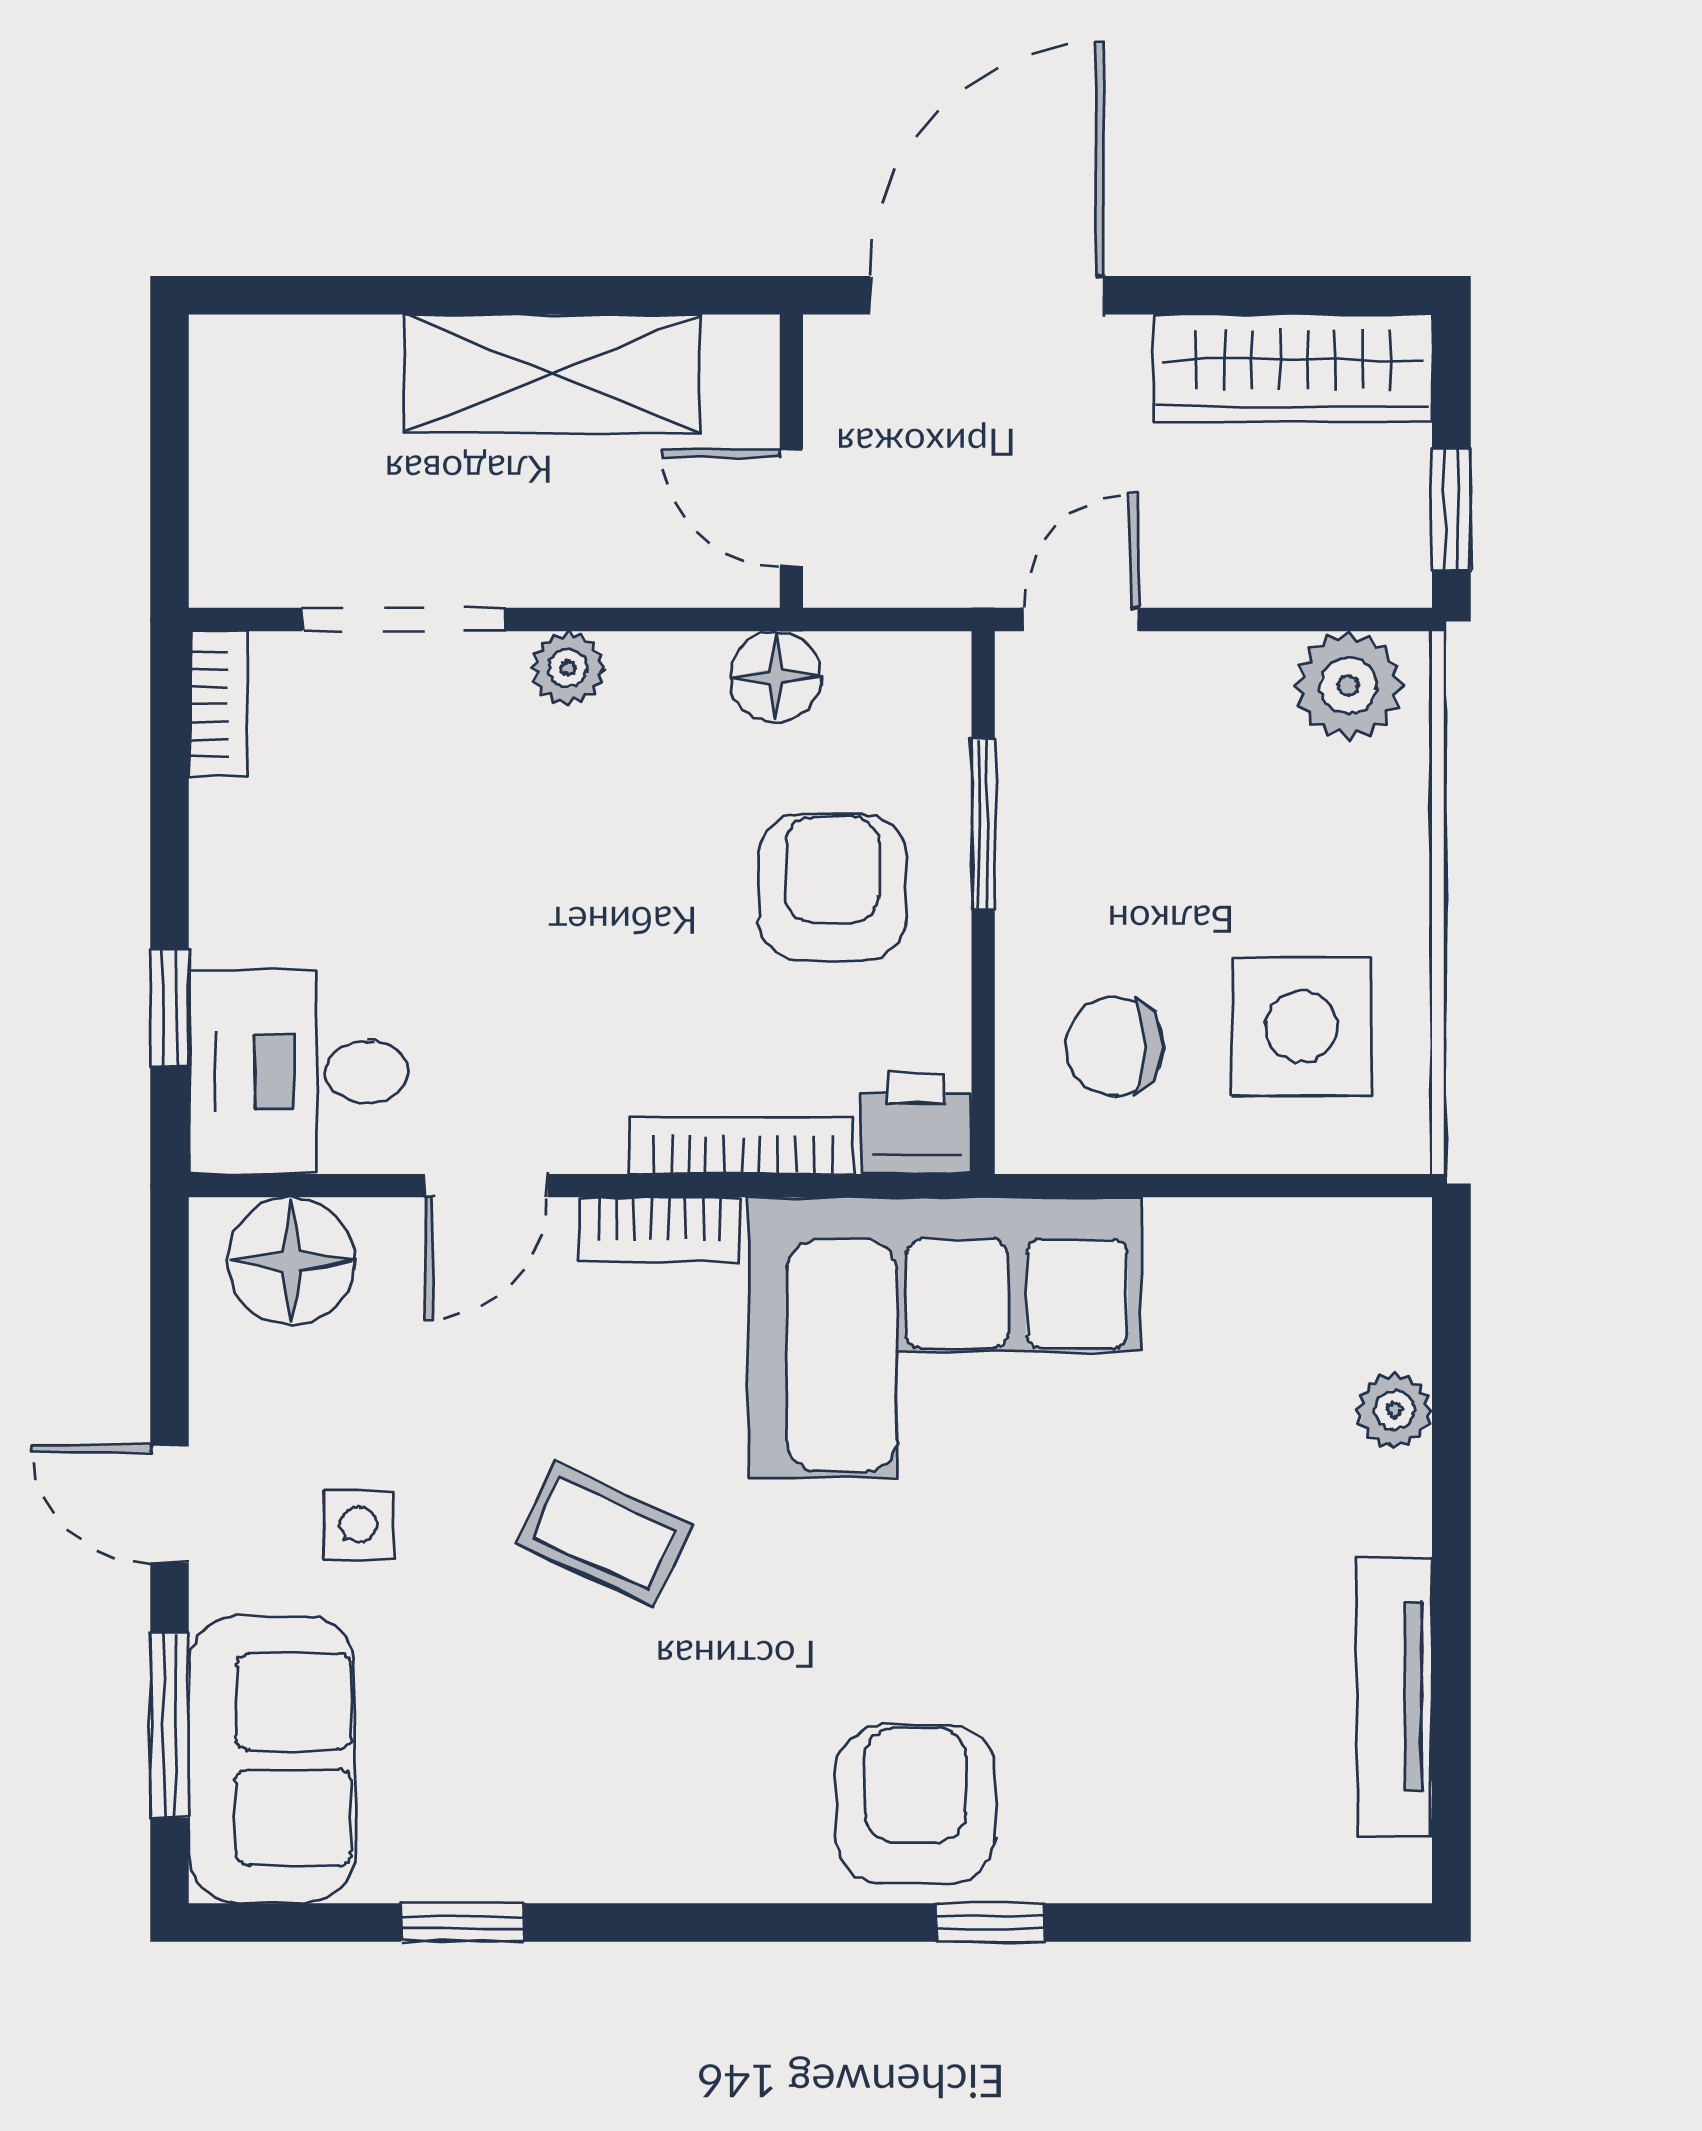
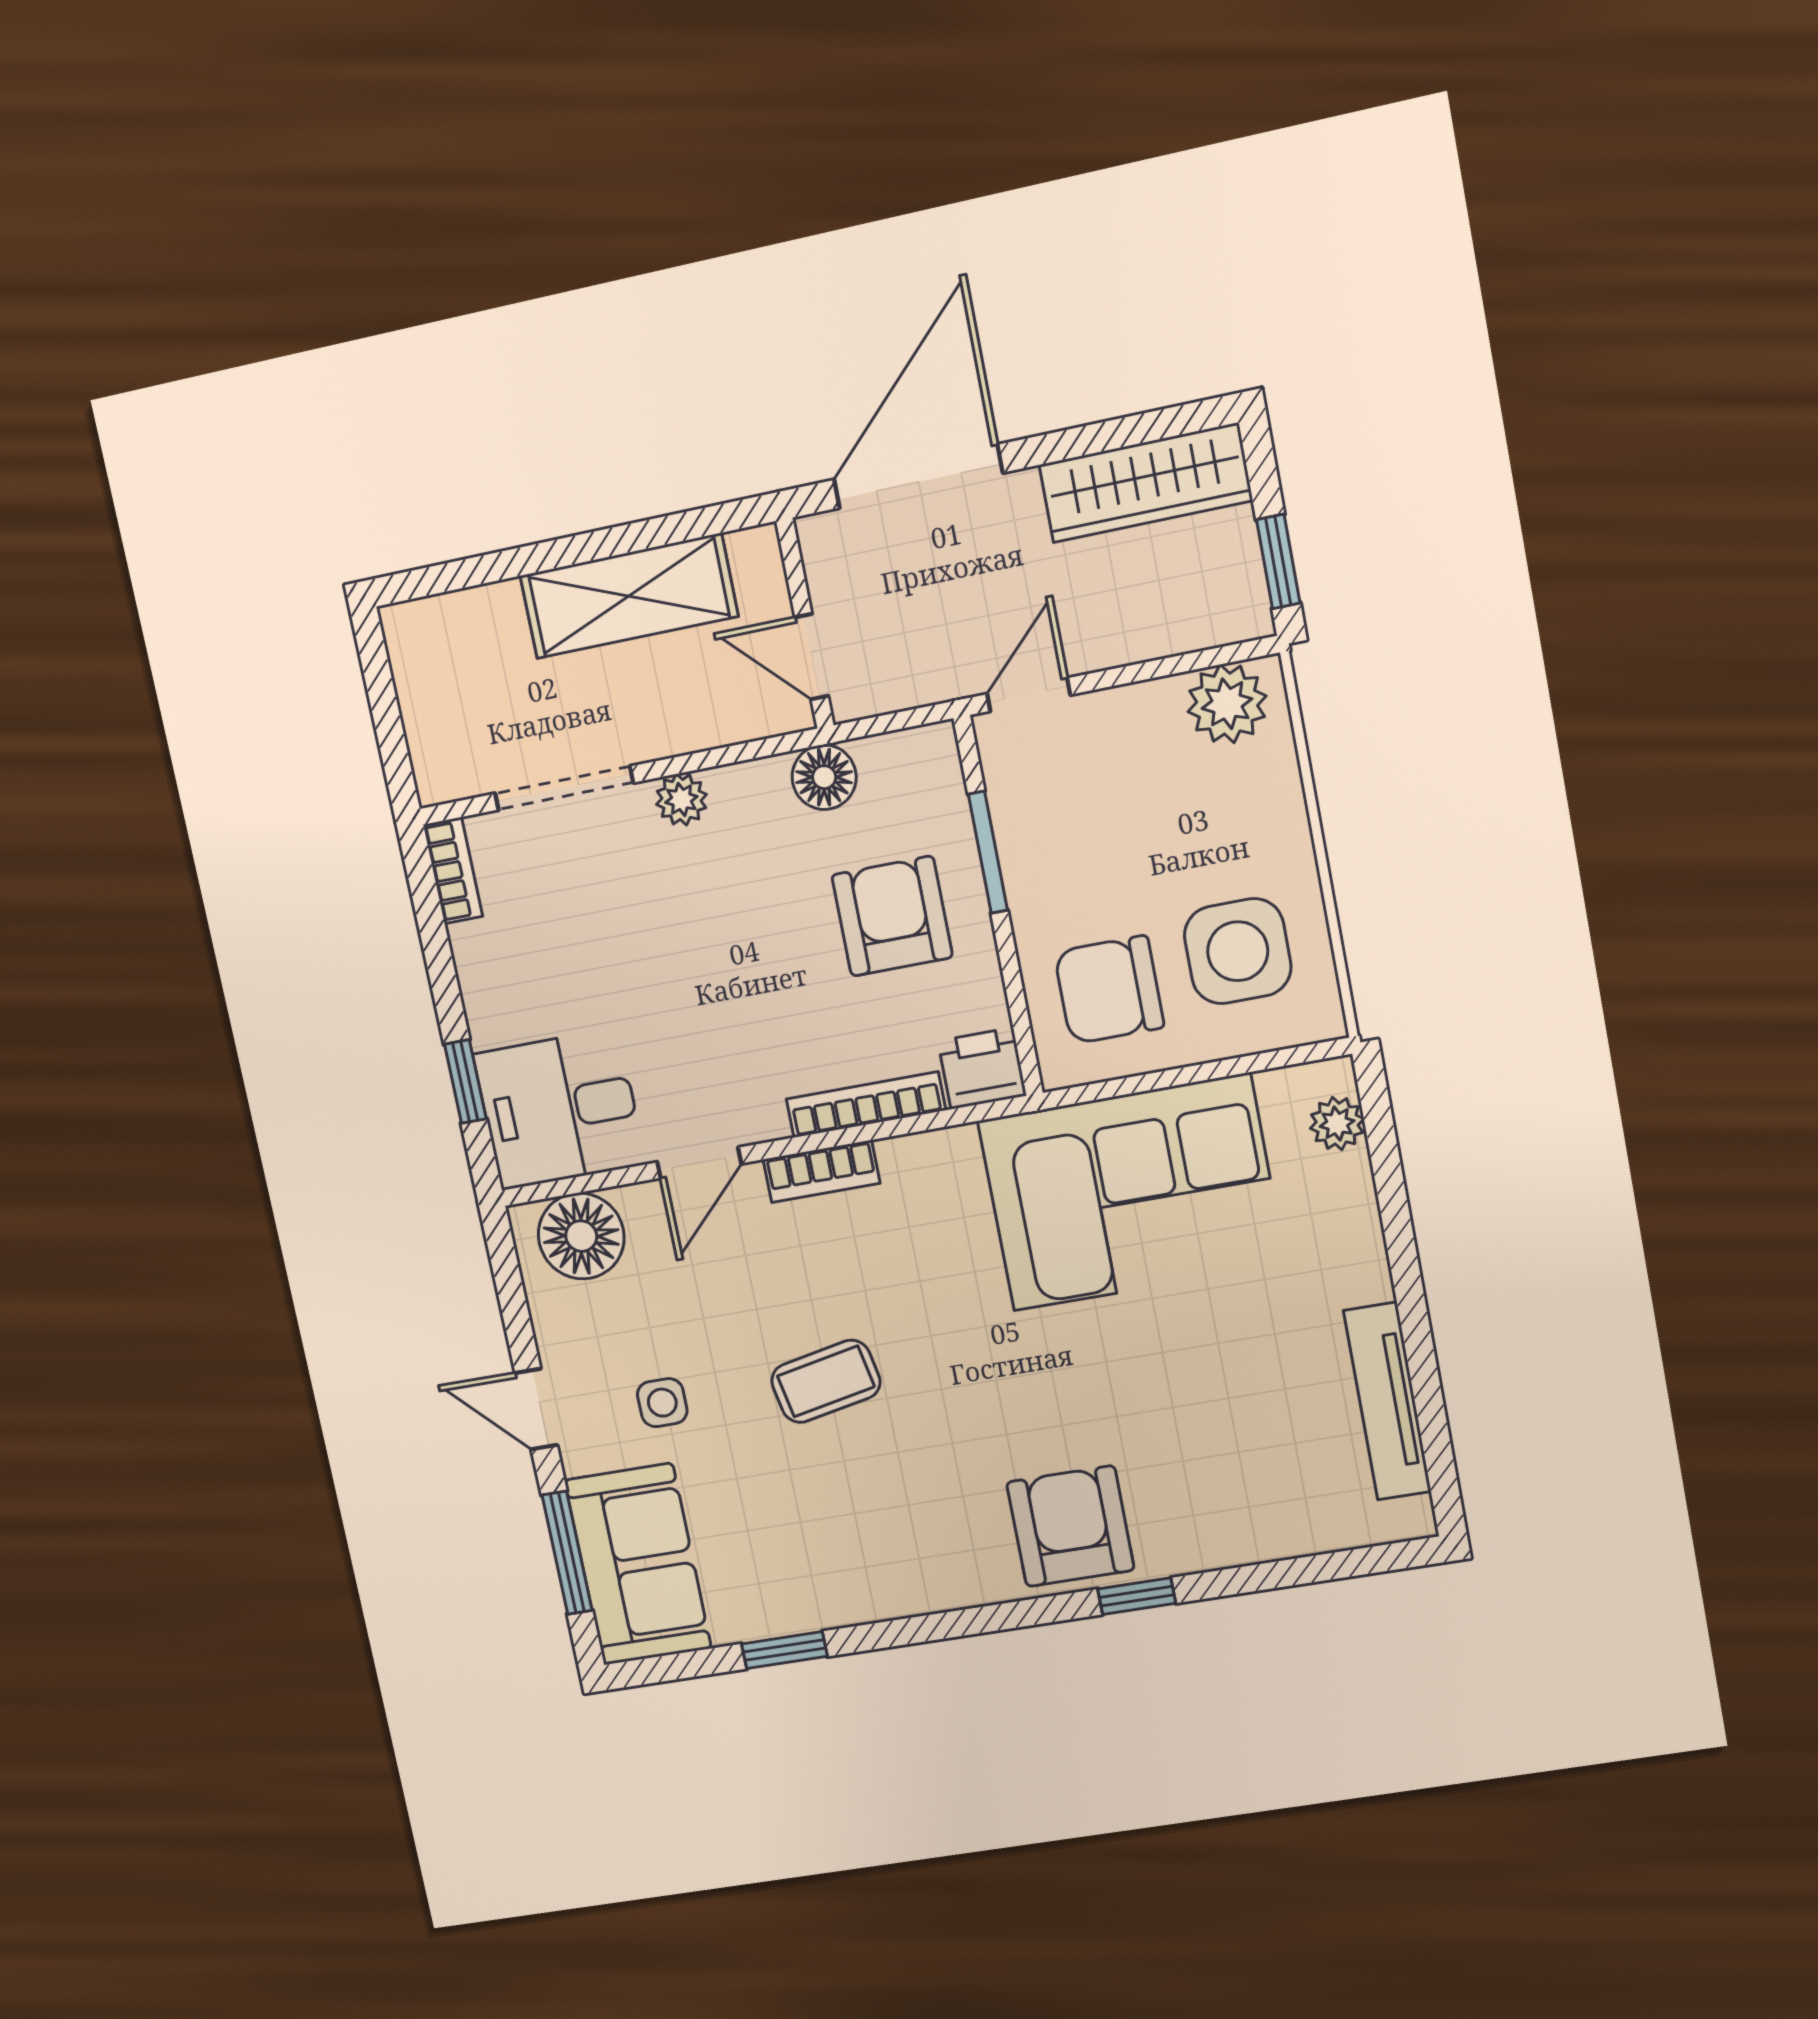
chair: (1115, 1047) -> (1109, 990), width x1.37, depth x1.37
corner sofa: (944, 1337) -> (1131, 1193), moved
plant: (1394, 1410) -> (1337, 1124), moved
coffee table: (604, 1534) -> (826, 1381), turned -36

